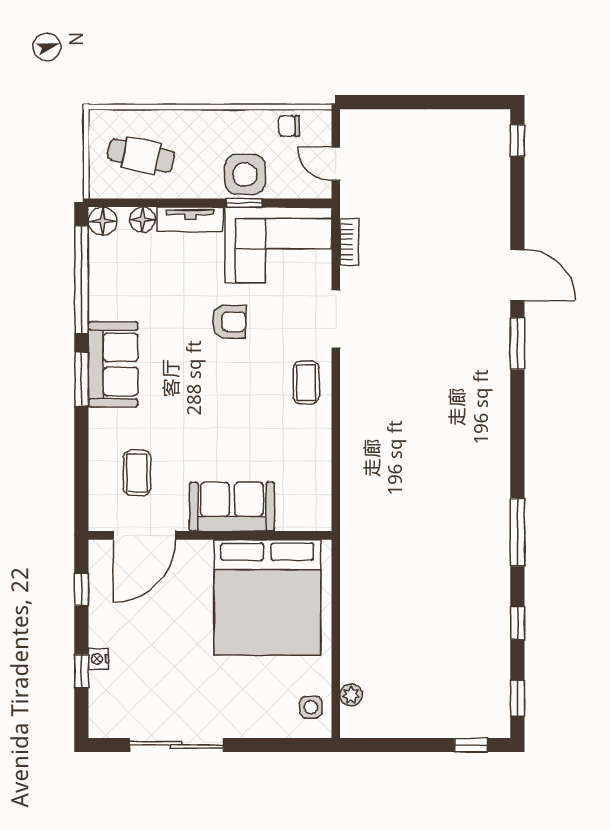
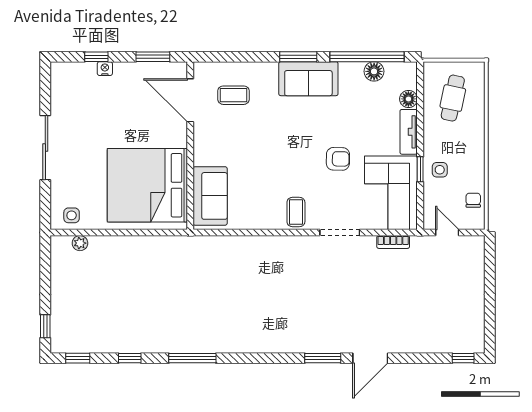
door: (336, 164) -> (447, 233), hinge flipped
side table: (245, 174) -> (440, 170), width x0.54, depth x0.54
floor lamp: (103, 221) -> (374, 71), moved
armchair: (229, 322) -> (338, 159), turned -89
coffee table: (306, 382) -> (296, 212), turned 90
sofa: (232, 507) -> (210, 196), moved
window: (81, 589) -> (153, 57), width x1.50
sliding door: (176, 745) -> (45, 148), moved

